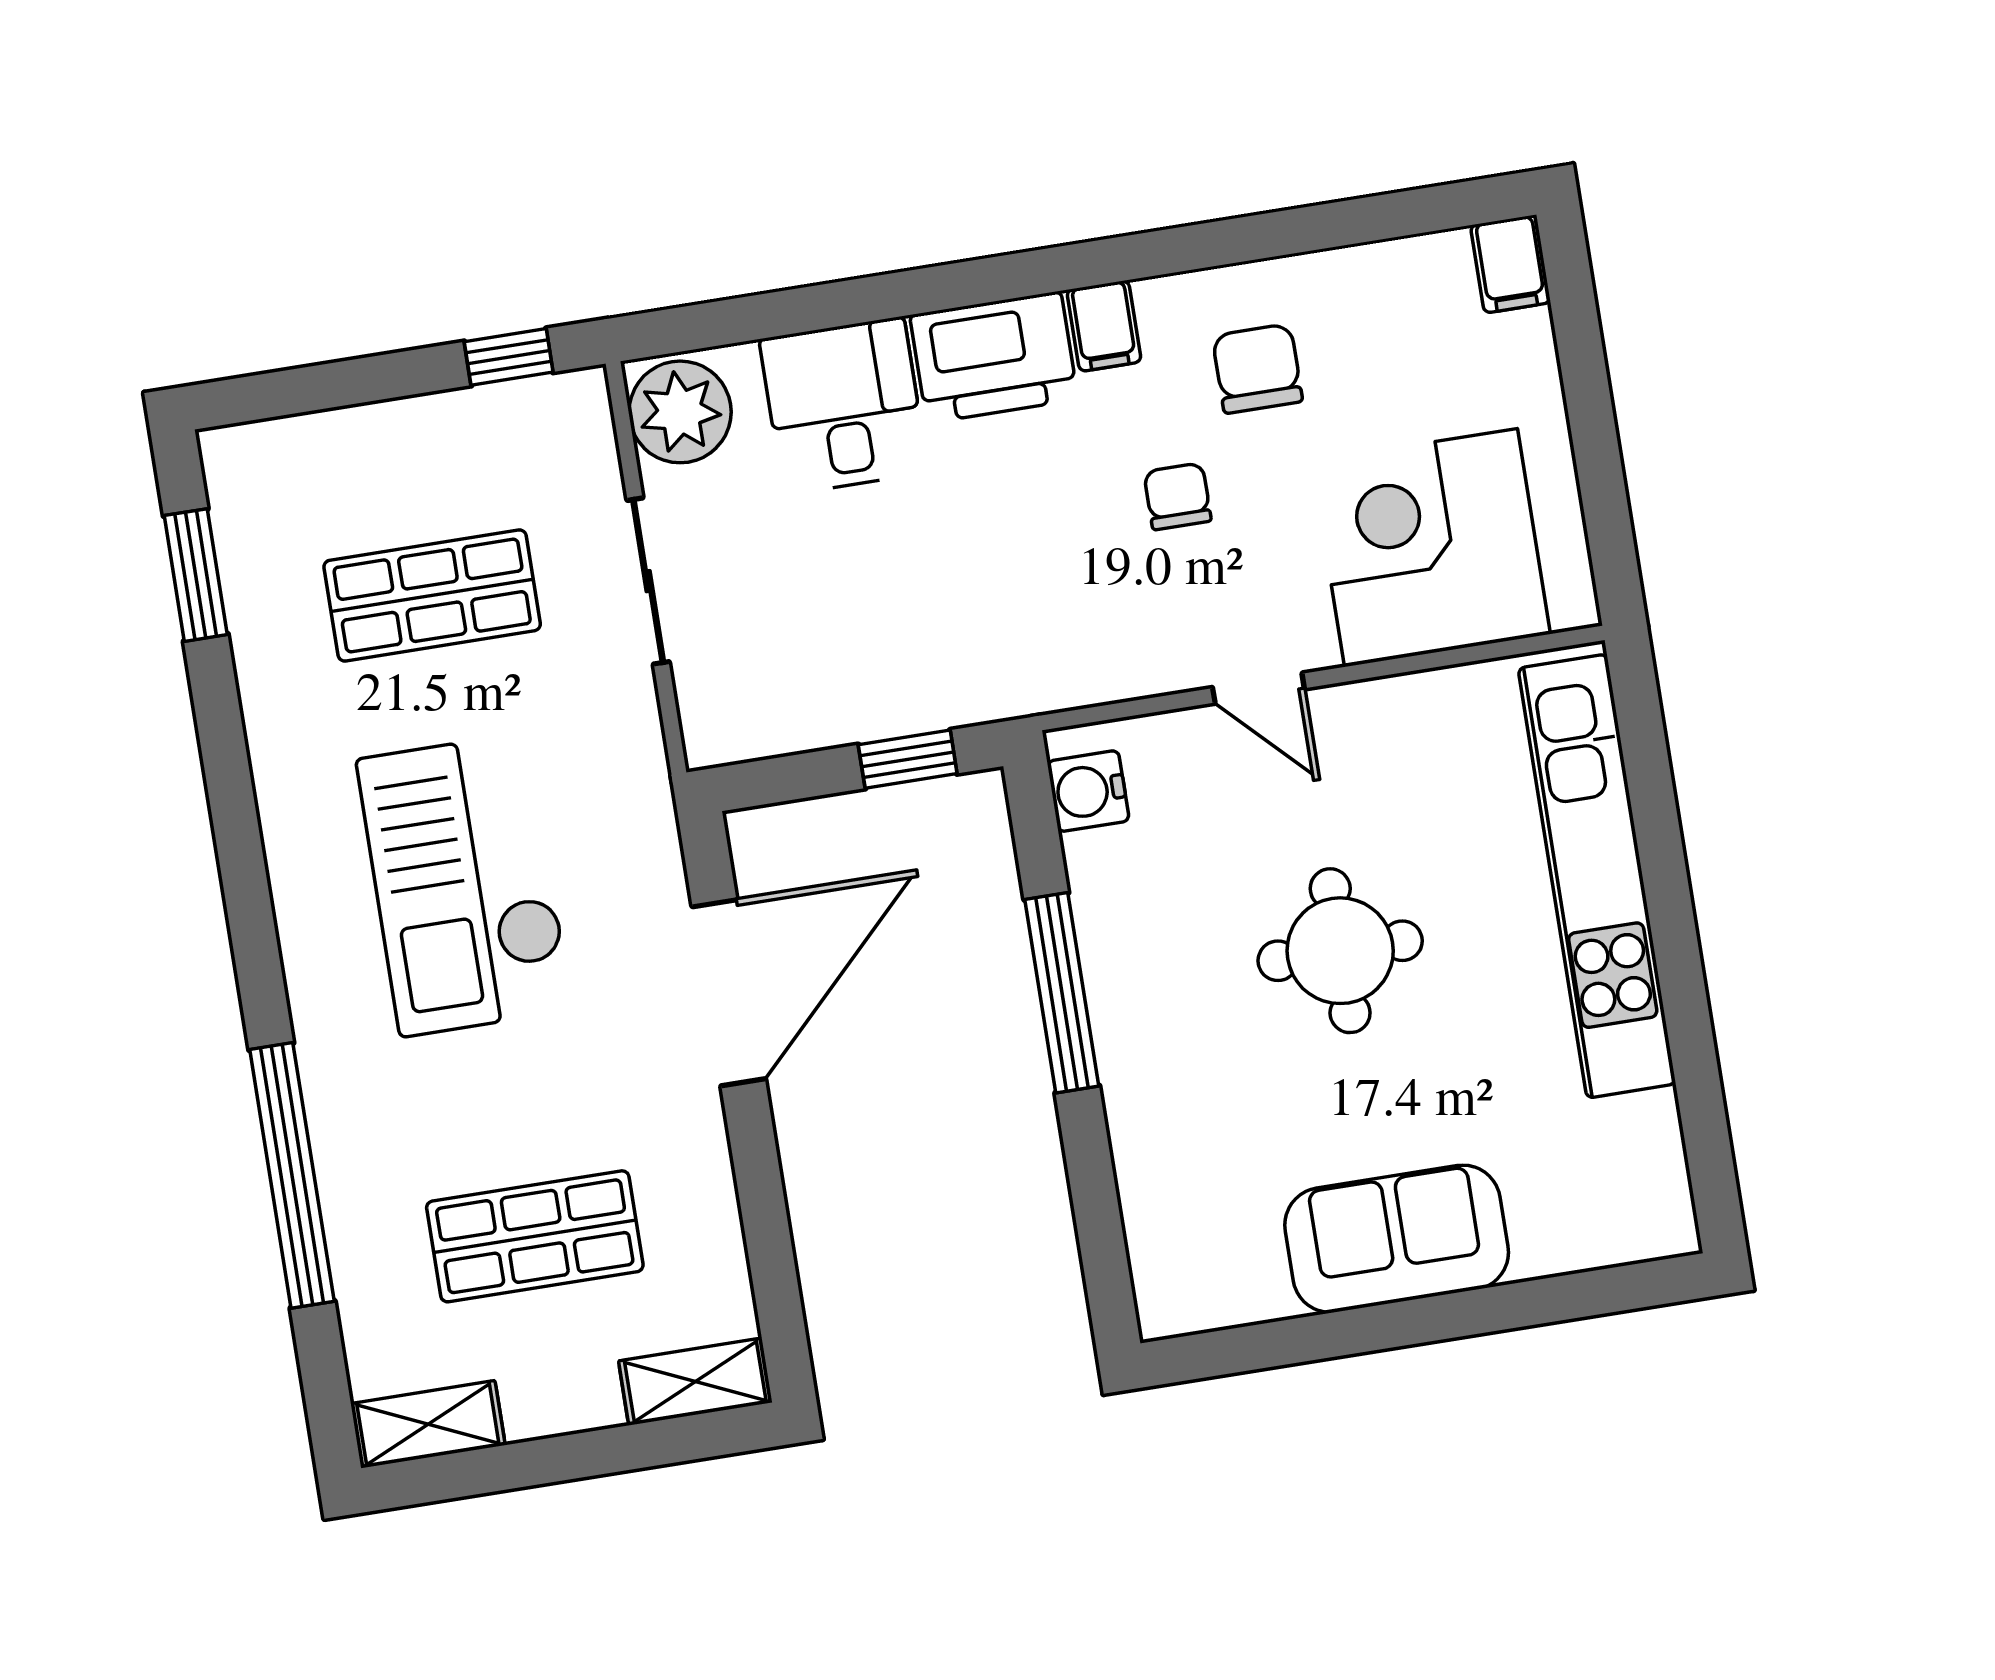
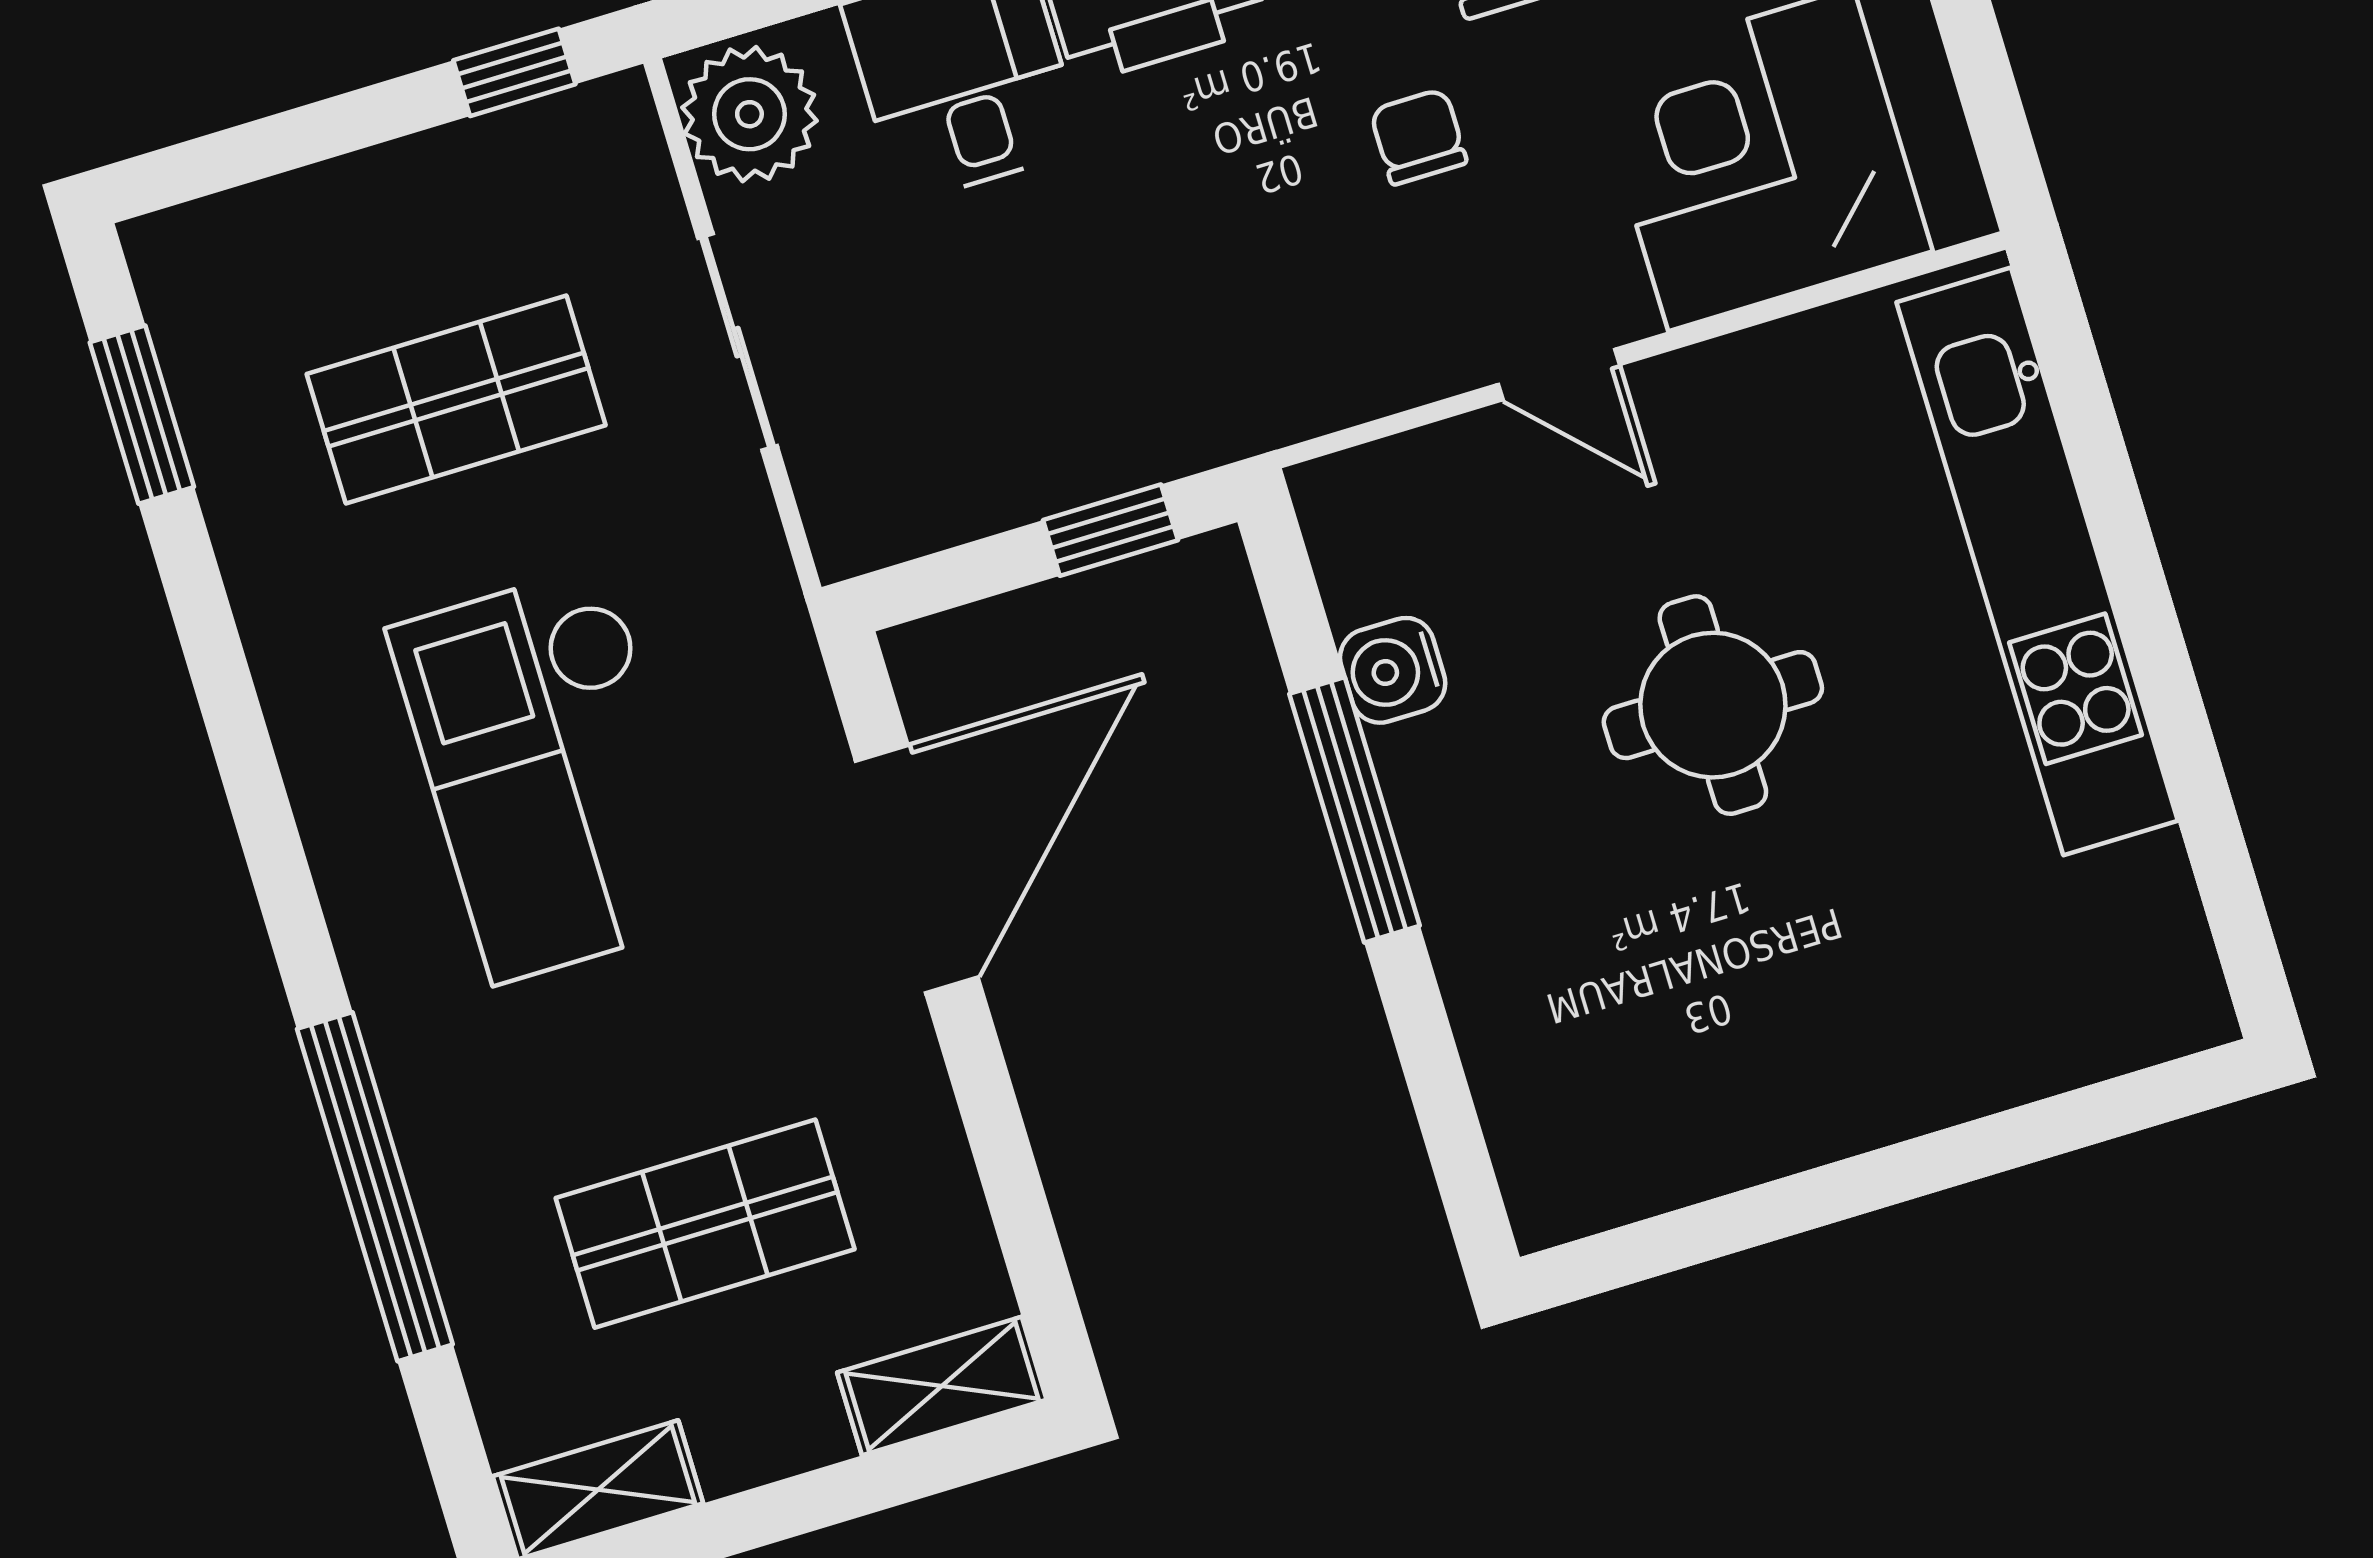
water cooler: (1088, 791) -> (1393, 670), moved
sofa: (1397, 1239) -> (1838, 1074), removed

